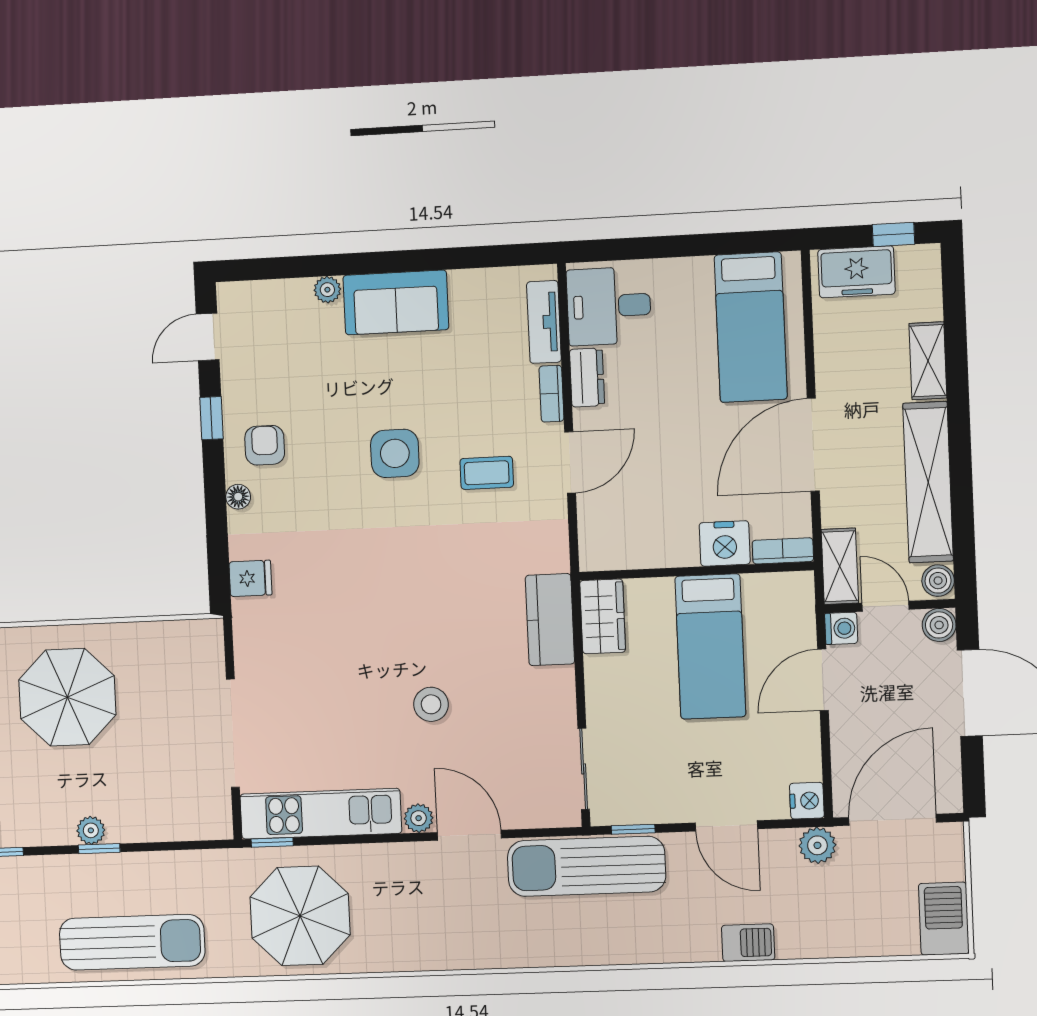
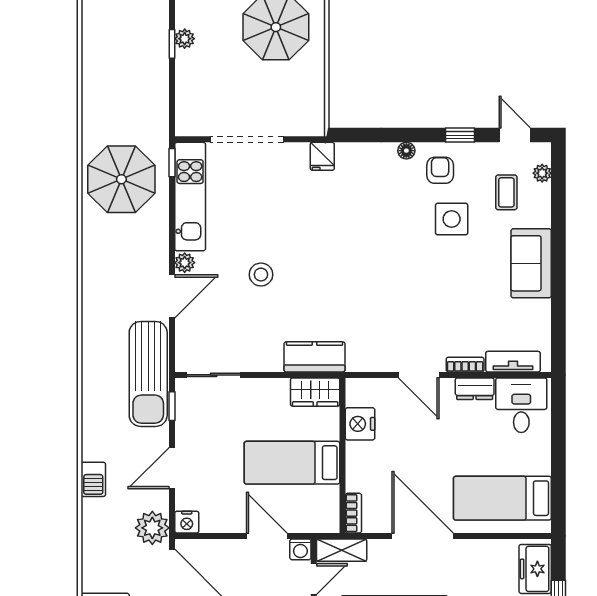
plant: (327, 290) -> (542, 173), moved
armchair: (265, 445) -> (440, 170), turned -90
side table: (395, 453) -> (452, 219), moved
coffee table: (487, 473) -> (506, 192), moved
nightstand: (725, 543) -> (360, 424), moved
fridge: (250, 578) -> (322, 156), moved
plant: (817, 845) -> (152, 528), width x1.36, depth x1.36
sun lounger: (586, 866) -> (148, 374), turned 180
sun lounger: (132, 942) -> (107, 63), removed

